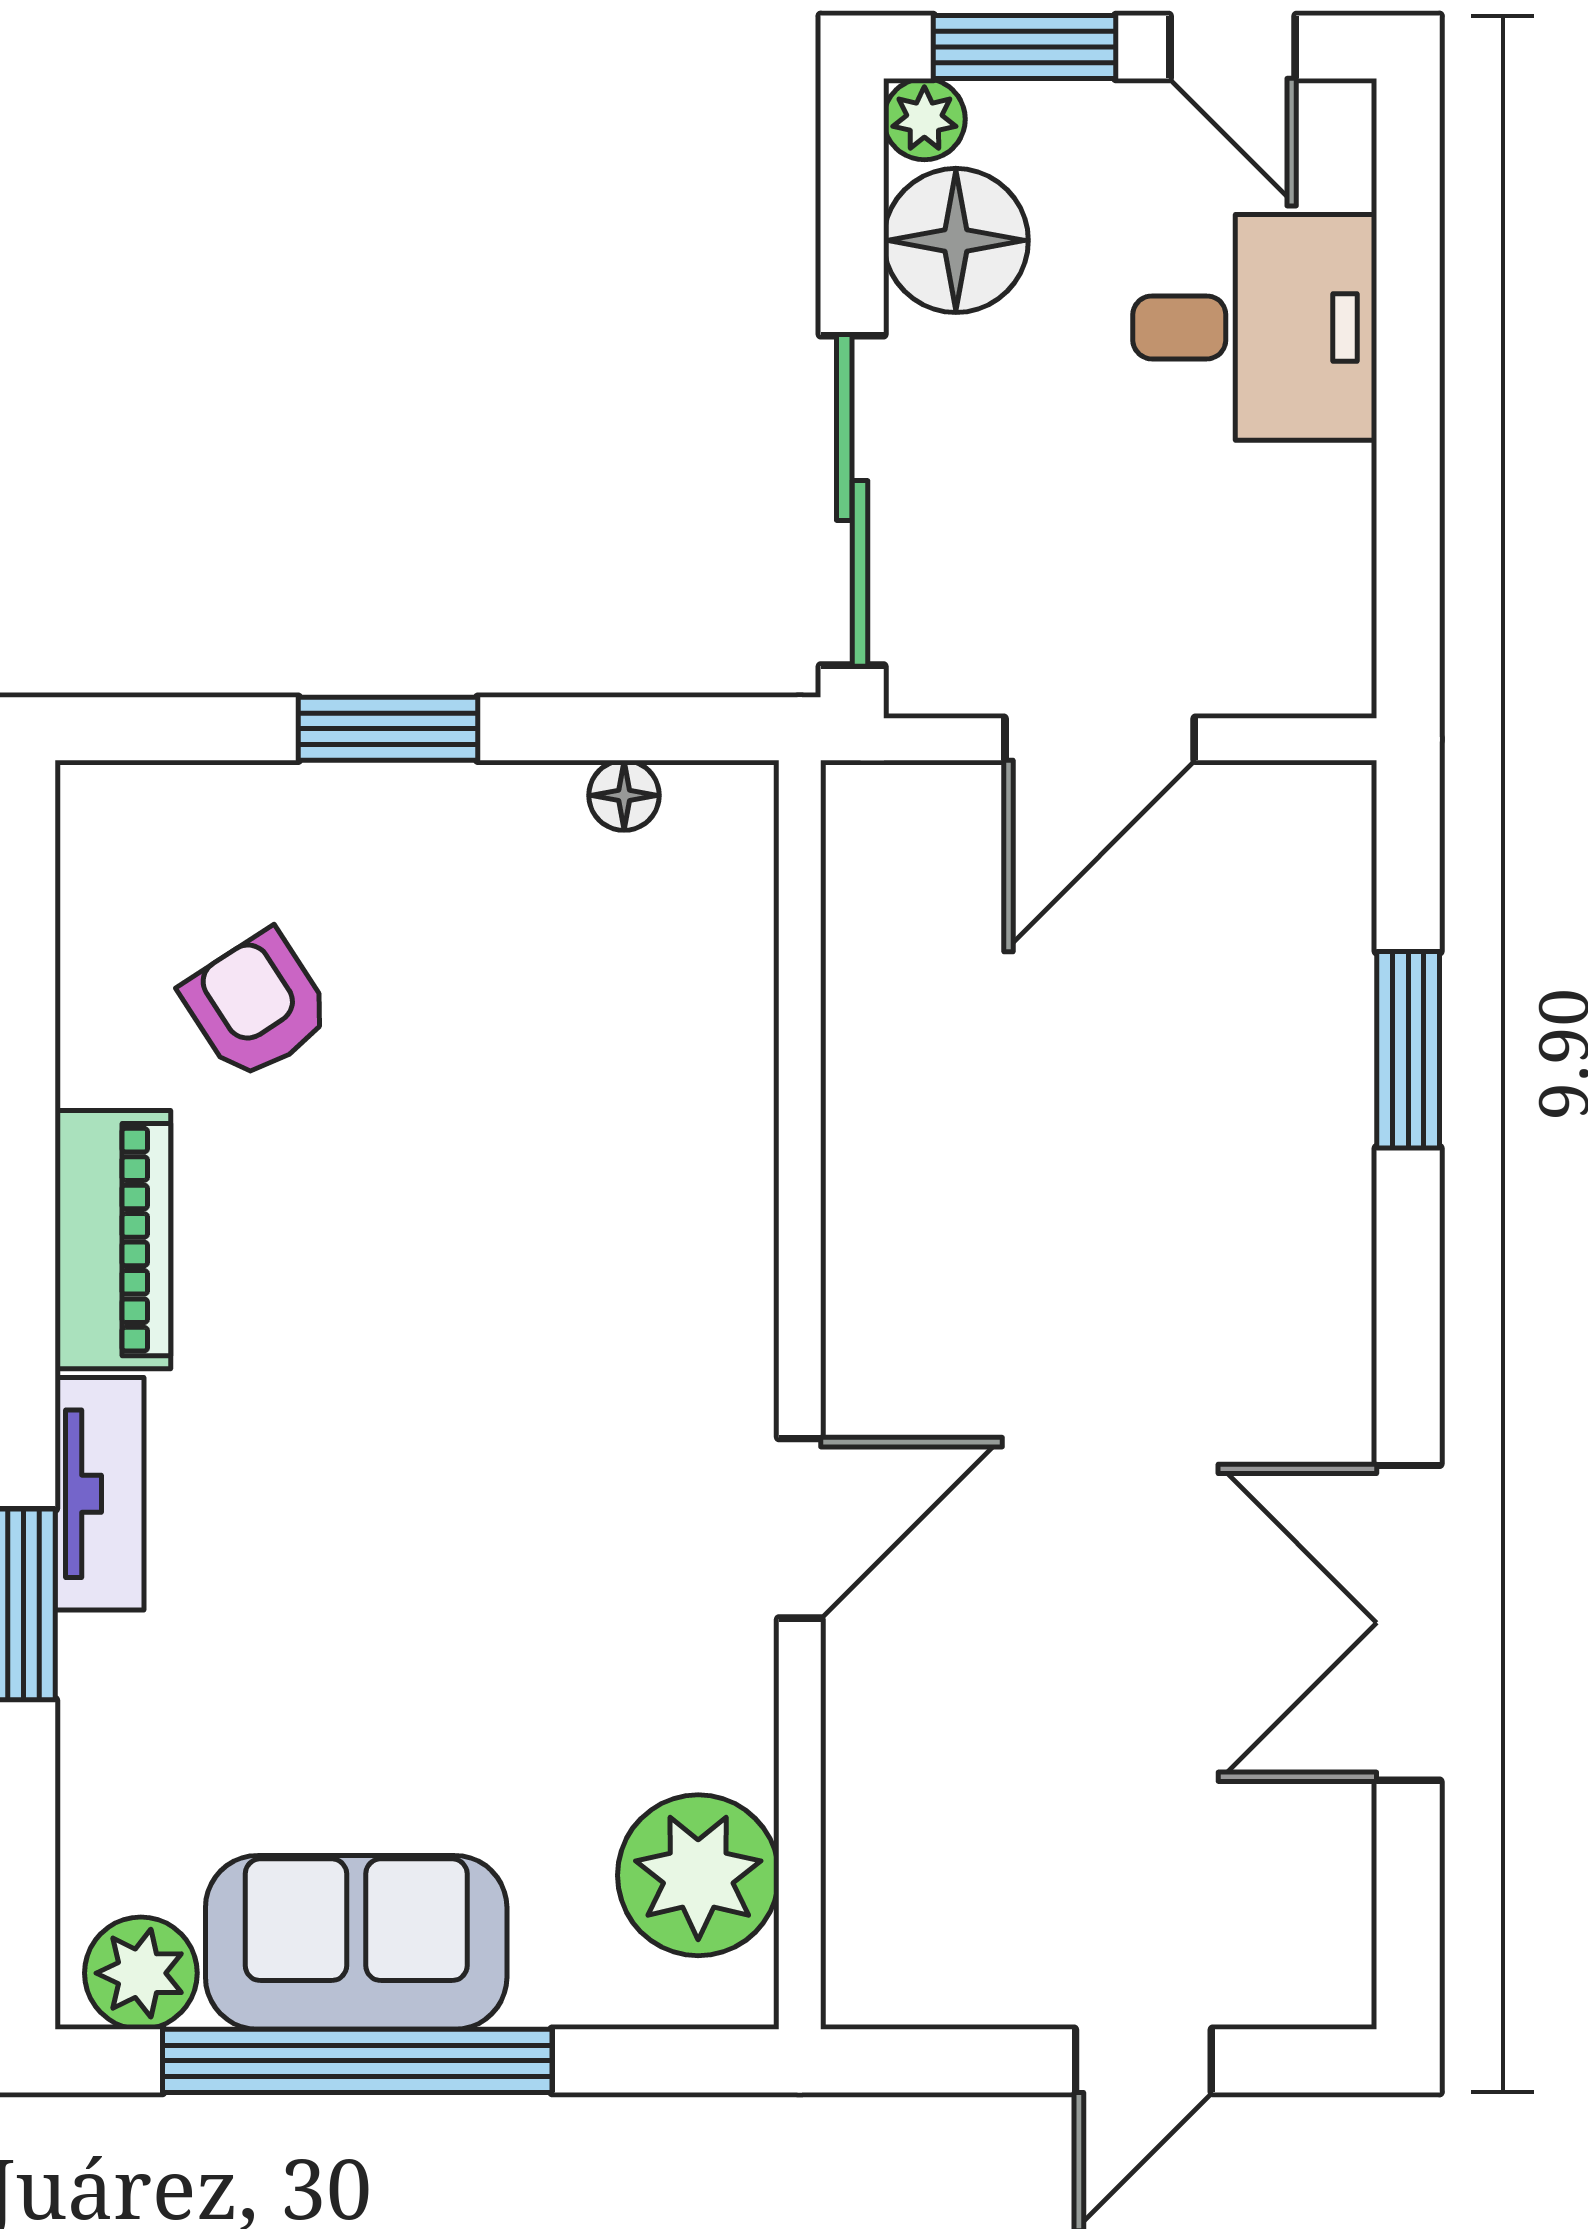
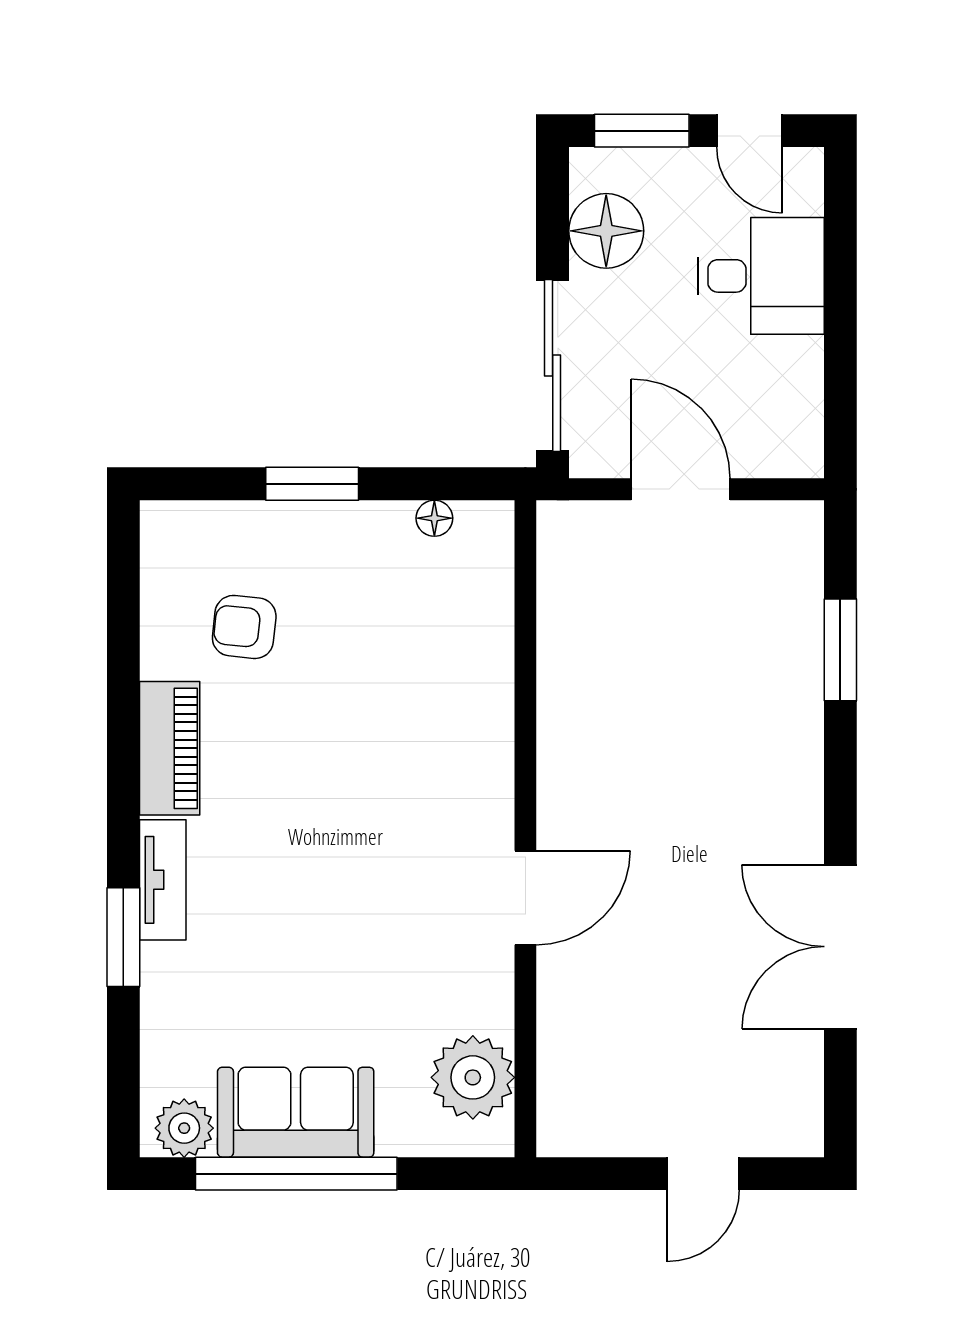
plant: (924, 119) -> (590, 168), removed
door: (1100, 739) -> (681, 489), swing flipped
armchair: (257, 1005) -> (244, 627), turned -51

